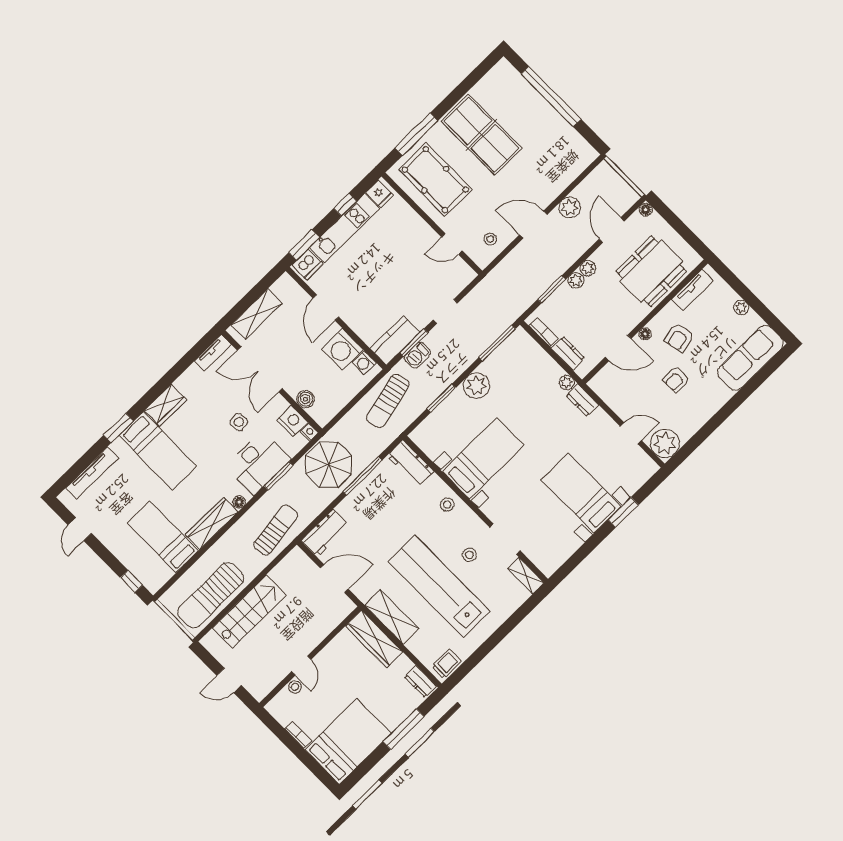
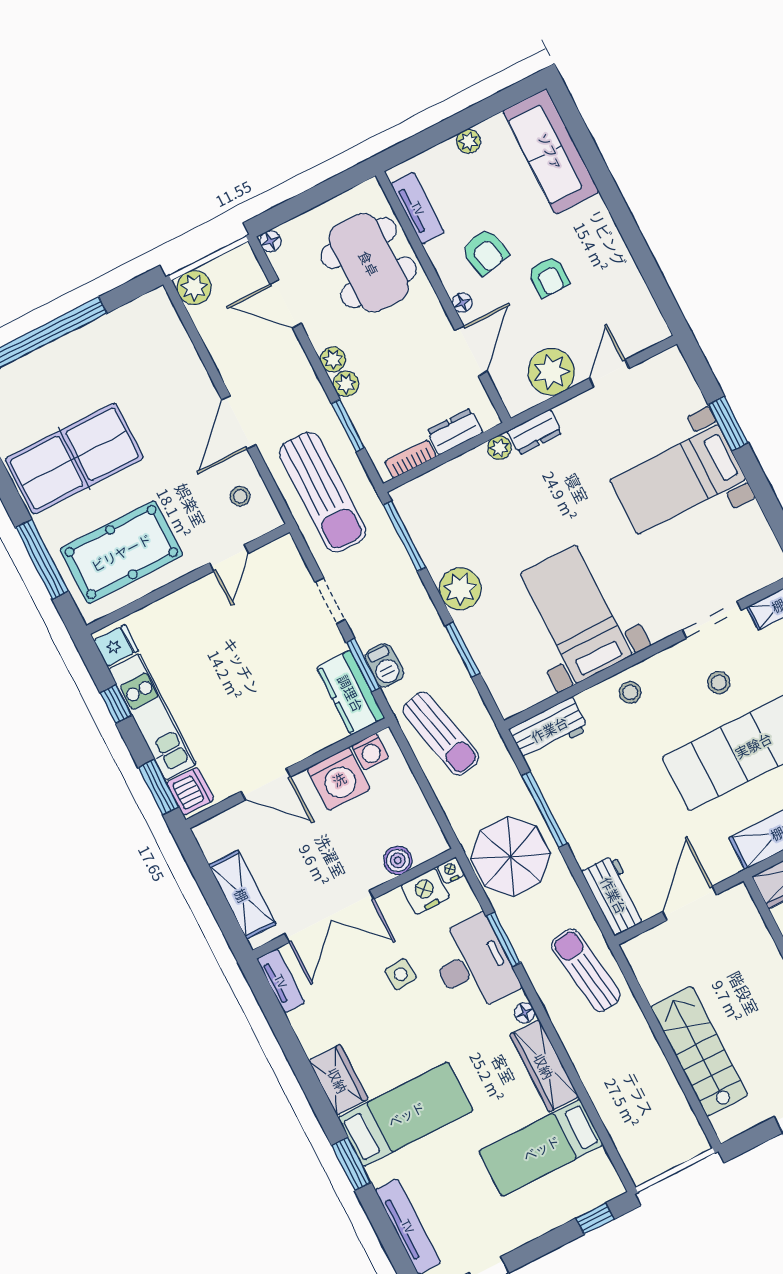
plant: (570, 207) -> (194, 288), moved
plant: (665, 443) -> (551, 372), moved
sun lounger: (211, 595) -> (323, 492), moved

